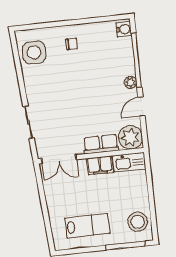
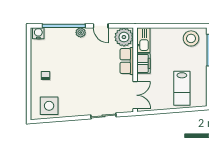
lab bench: (87, 226) -> (182, 88), moved, turned 180

